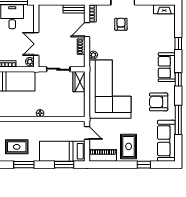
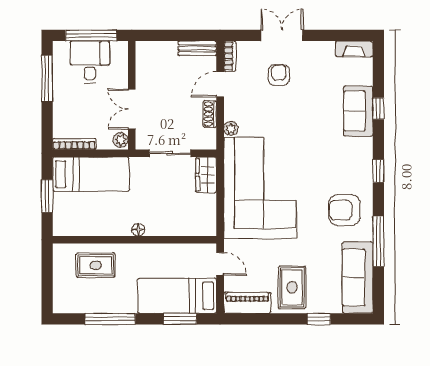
sofa: (167, 67) -> (358, 111), moved
rug: (17, 147) -> (96, 265), moved
window: (24, 165) -> (110, 319), width x1.44

